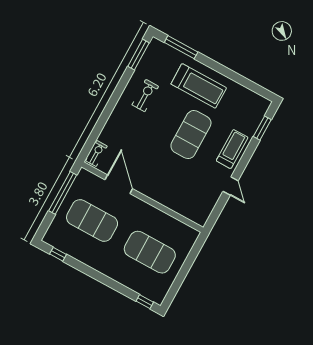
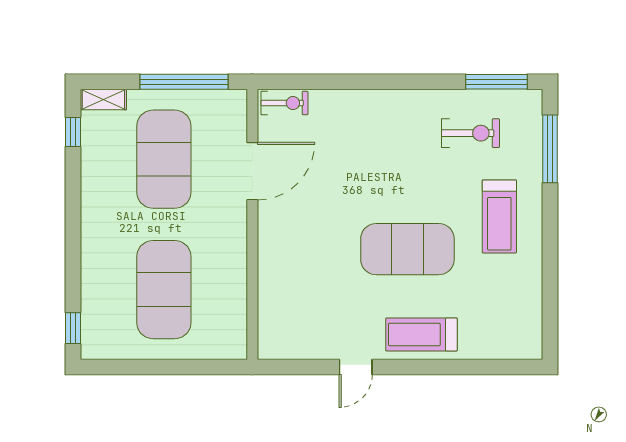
treadmill: (199, 86) -> (499, 216), width x0.73, depth x0.73
exercise bike: (145, 96) -> (470, 133), moved
window: (262, 128) -> (487, 367), removed
treadmill: (232, 149) -> (421, 334), turned 180
shelving: (51, 233) -> (103, 100), added

